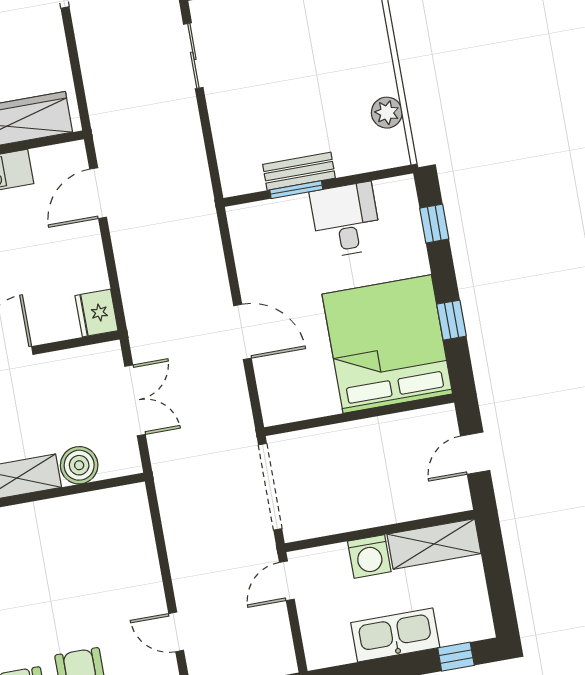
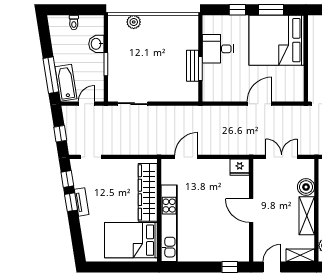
plant: (387, 113) -> (134, 22), moved
door: (98, 193) -> (186, 157), swing flipped
window: (434, 224) -> (237, 10), moved
window: (451, 320) -> (271, 10), width x1.50

